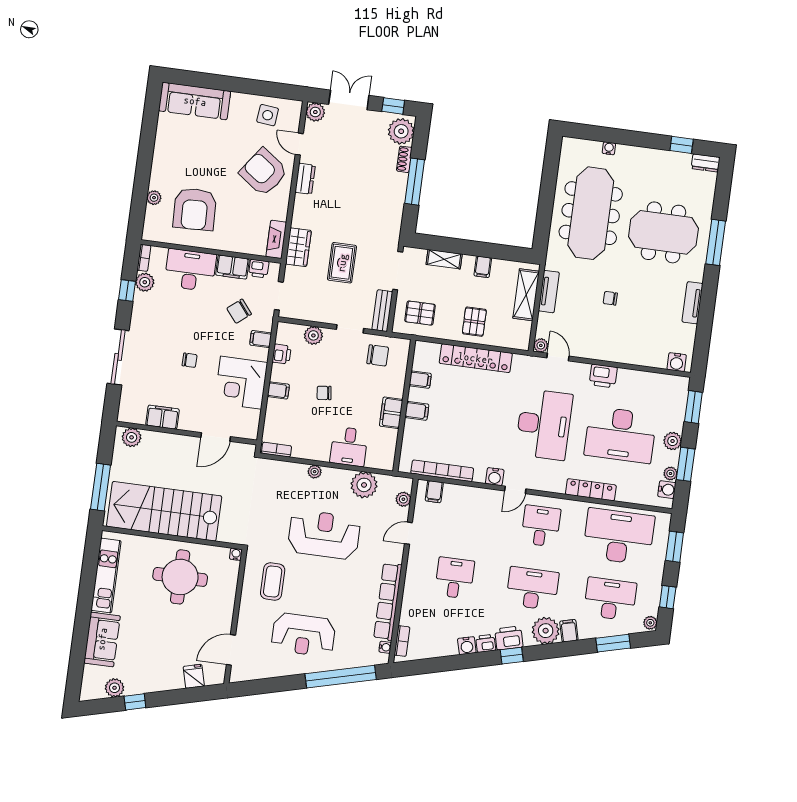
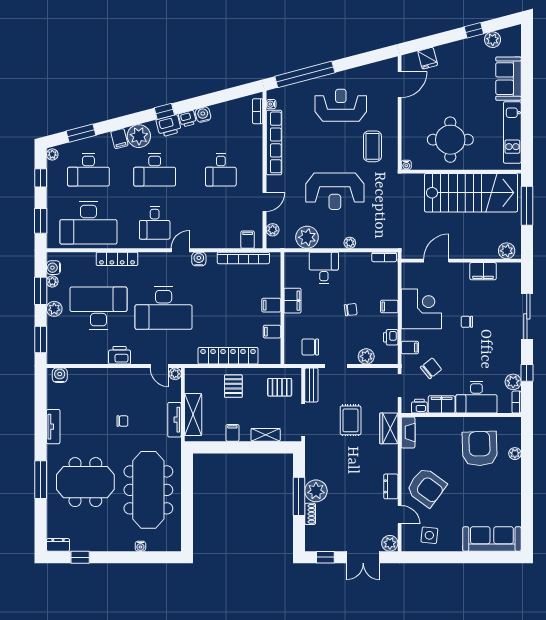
plant: (401, 131) -> (316, 491), moved
desk: (544, 424) -> (164, 308), turned -90

